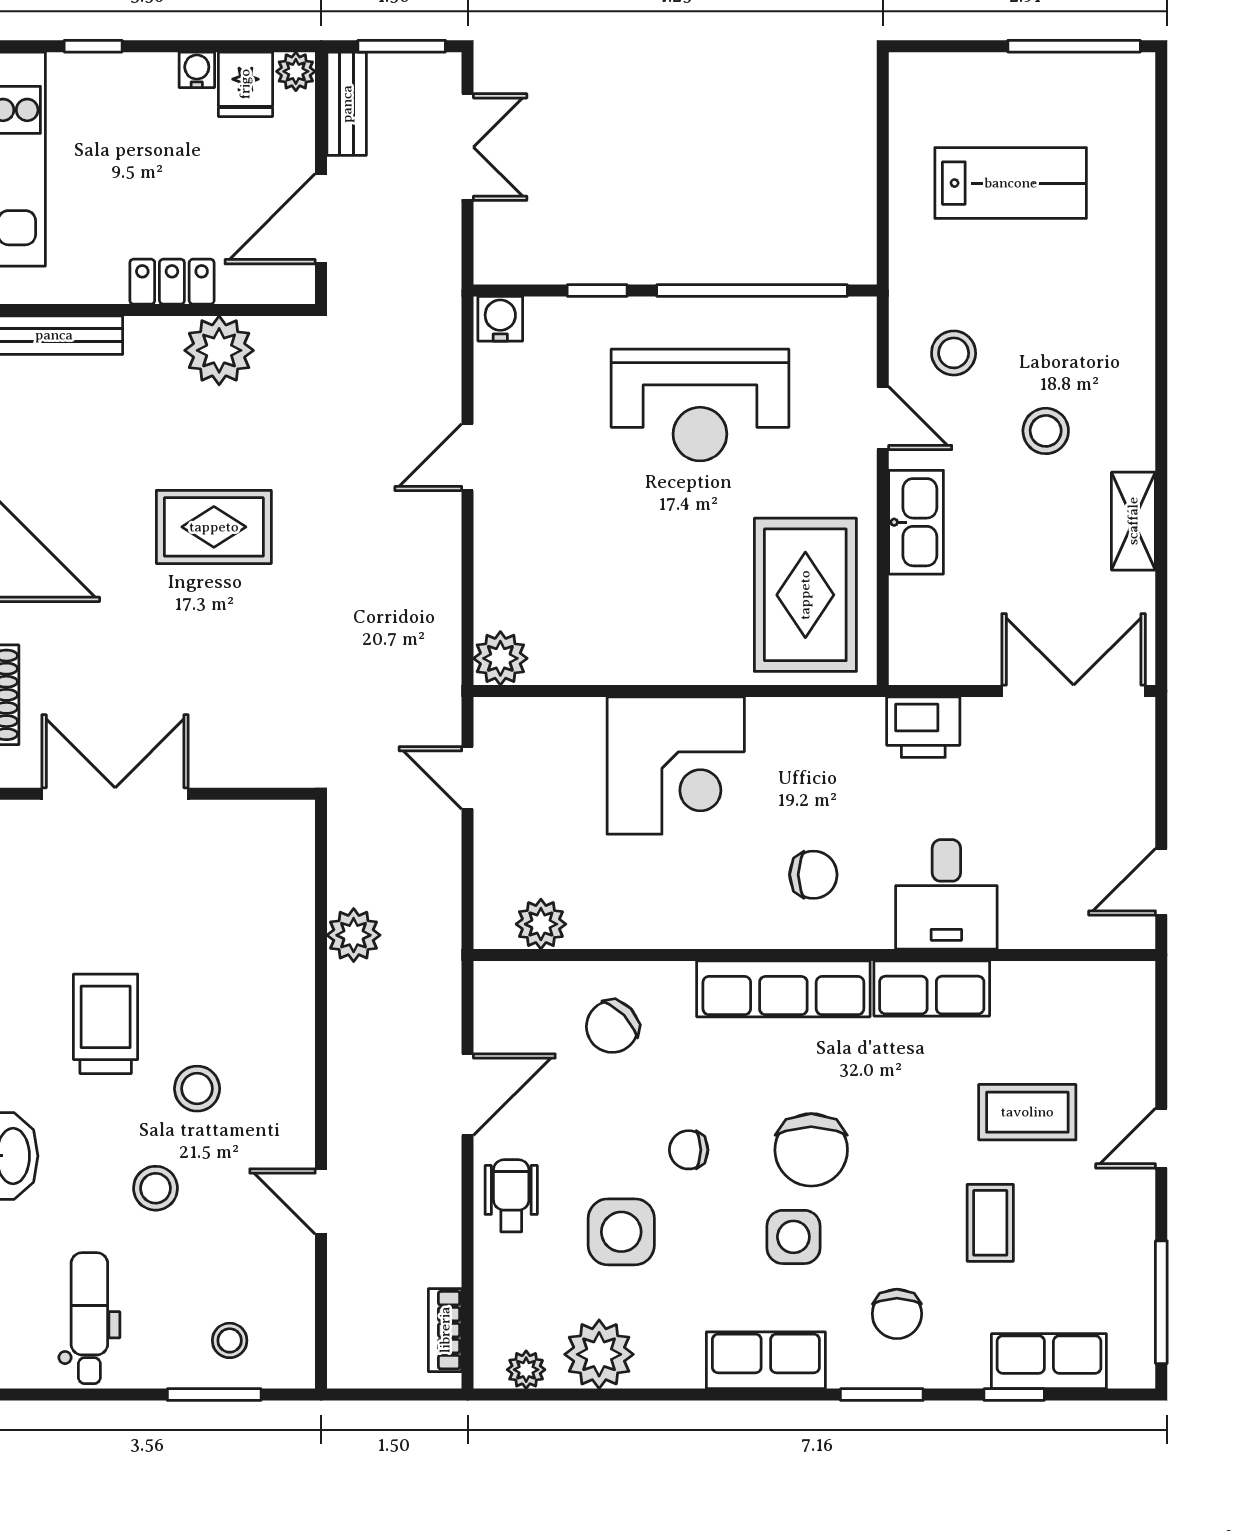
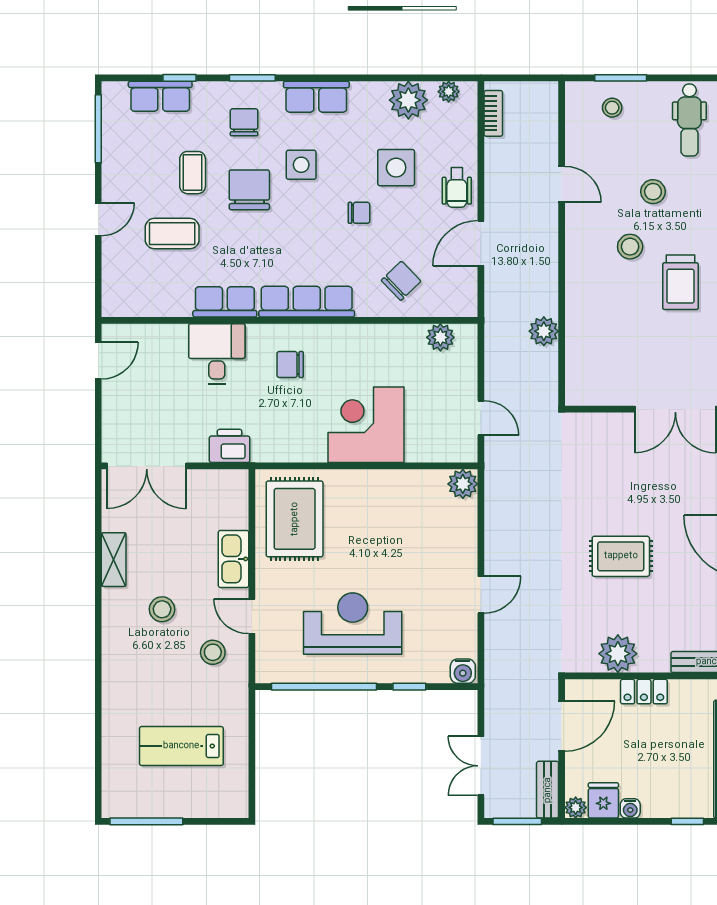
chair: (811, 1150) -> (249, 190), moved

